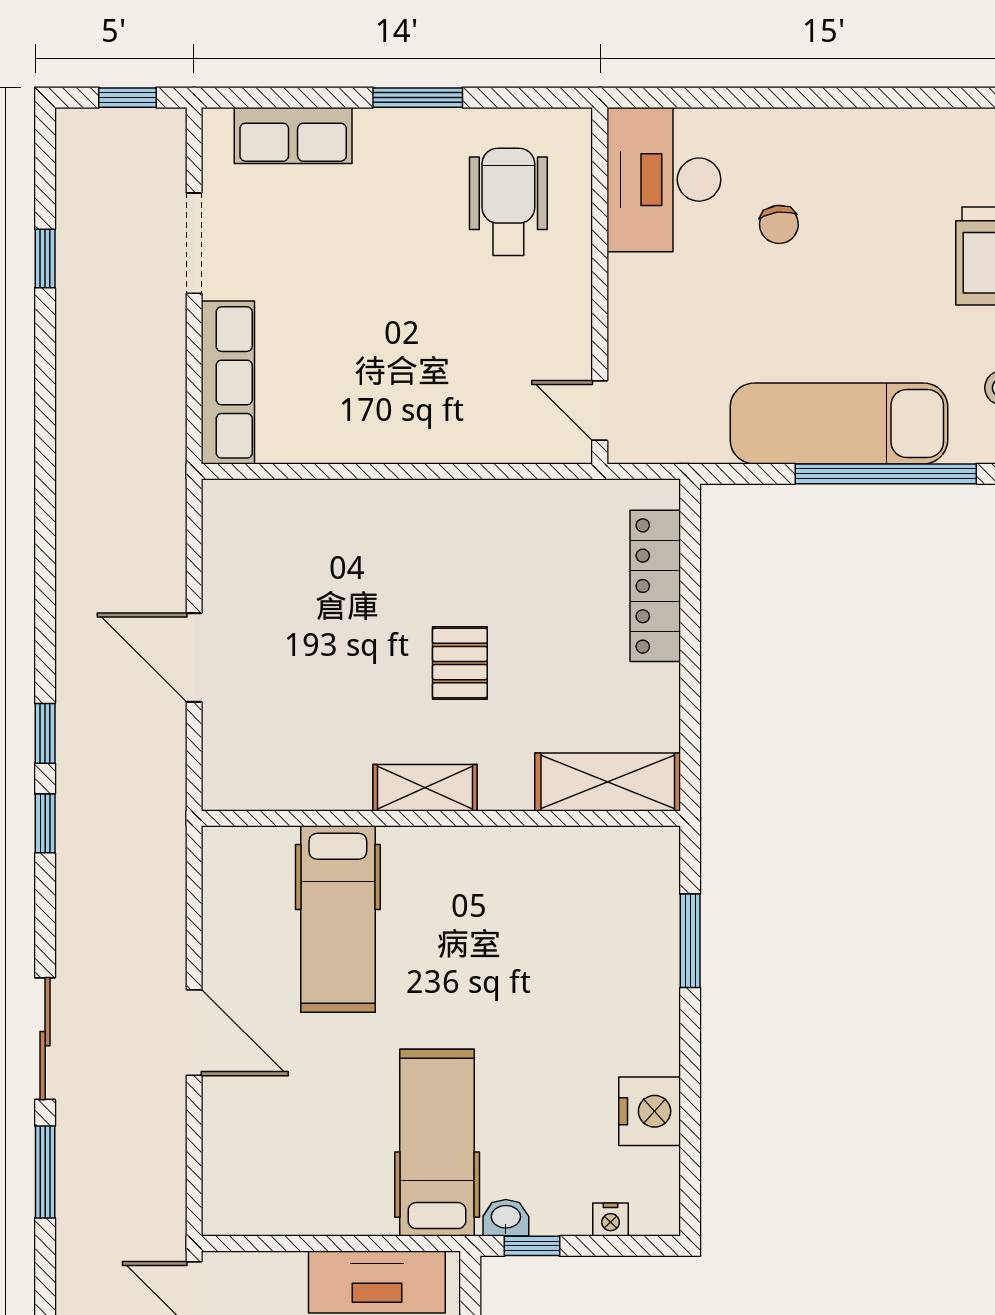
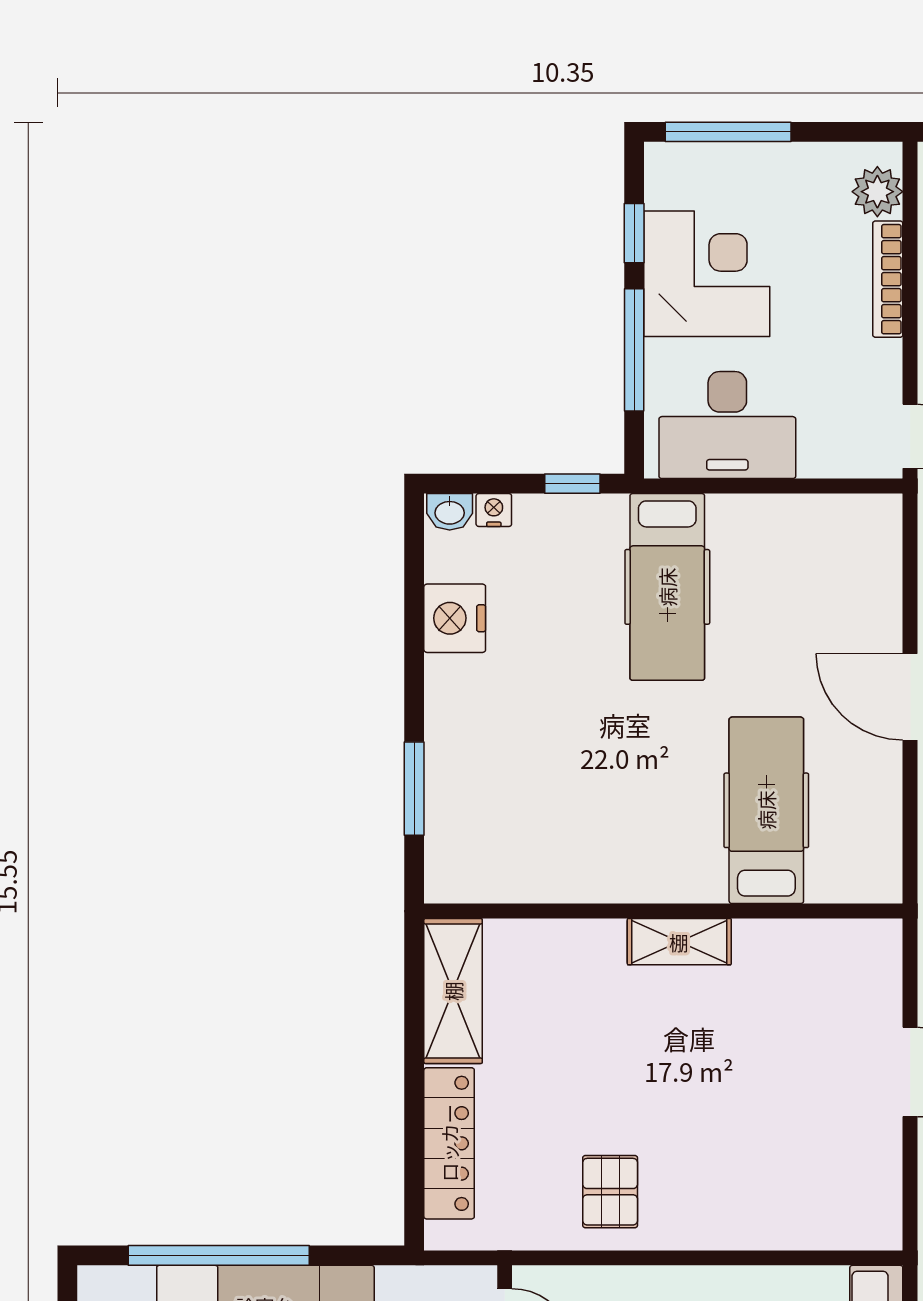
pallet: (460, 663) -> (610, 1192), moved
shelving: (608, 782) -> (453, 991), moved, turned 90
washbasin: (506, 1218) -> (450, 512), moved

